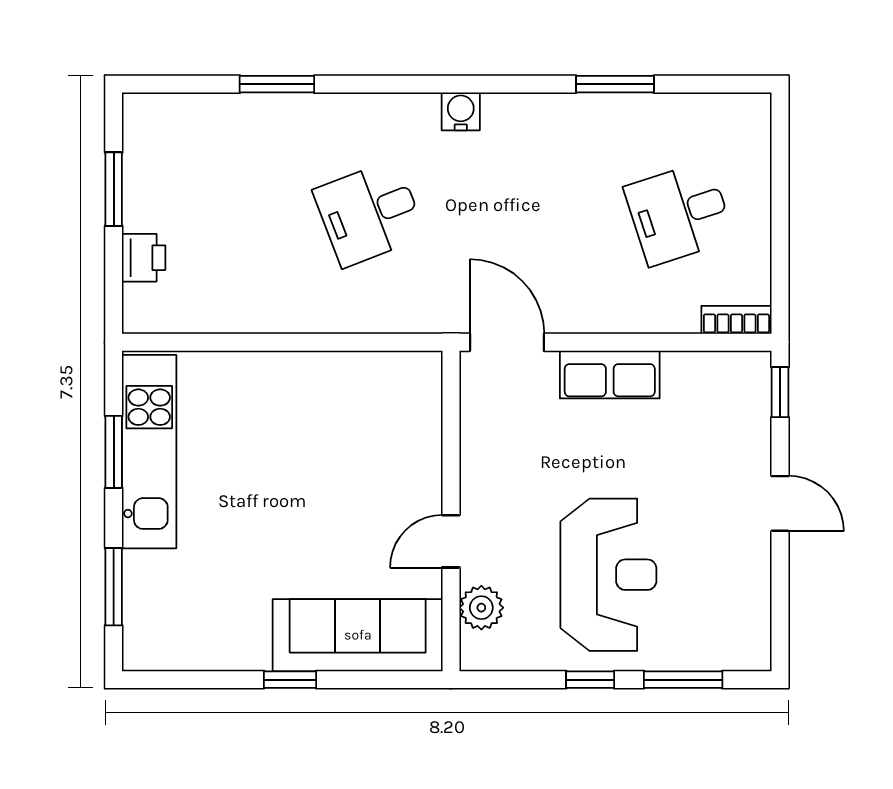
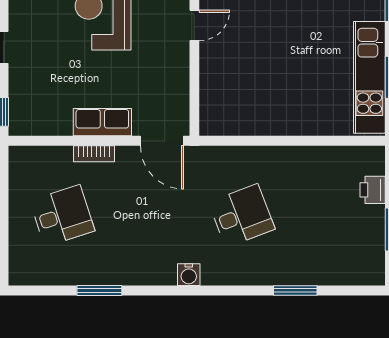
bookcase: (736, 320) -> (94, 154), moved

